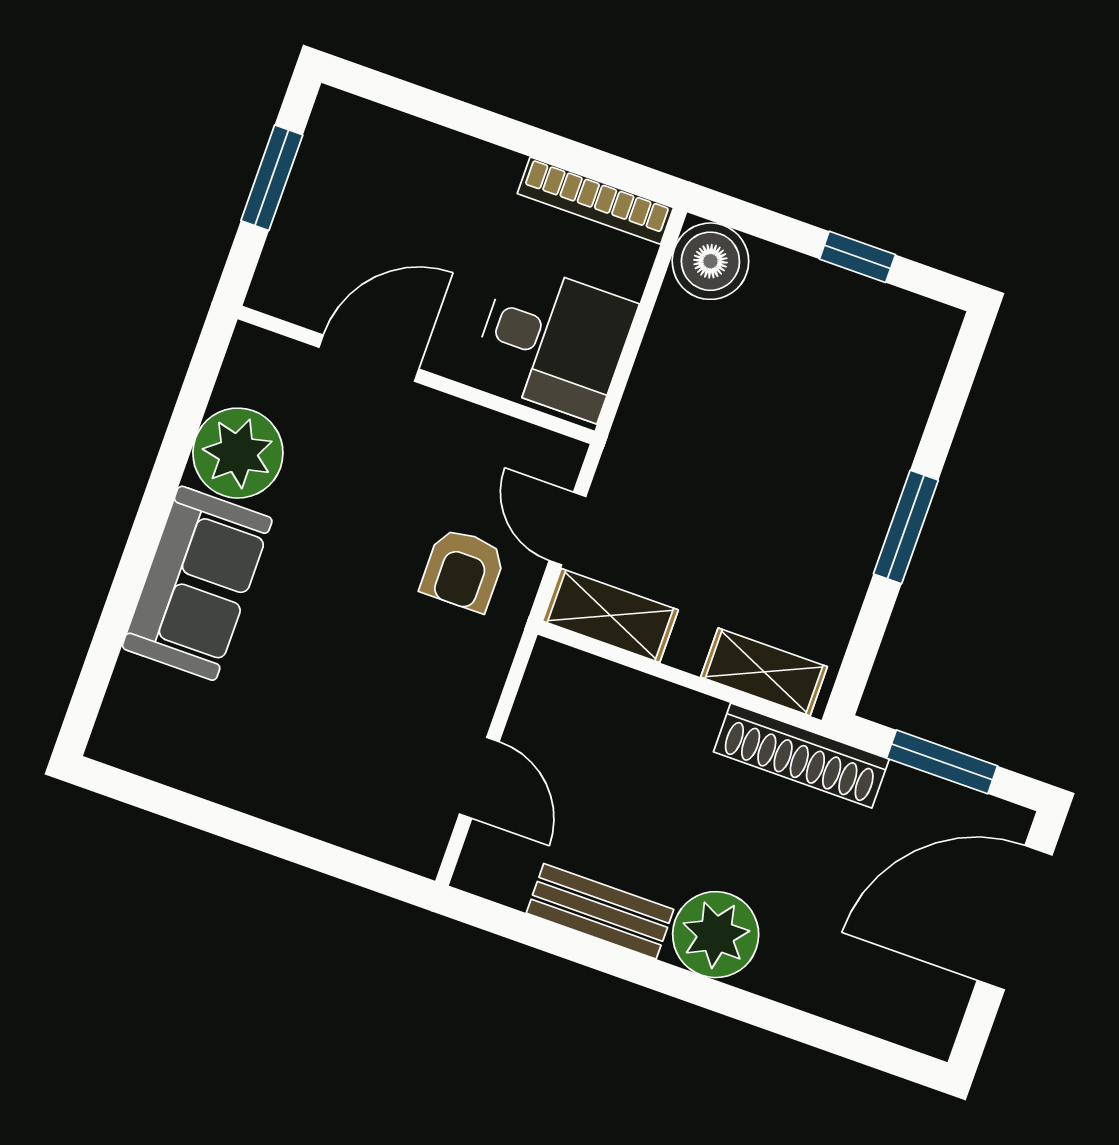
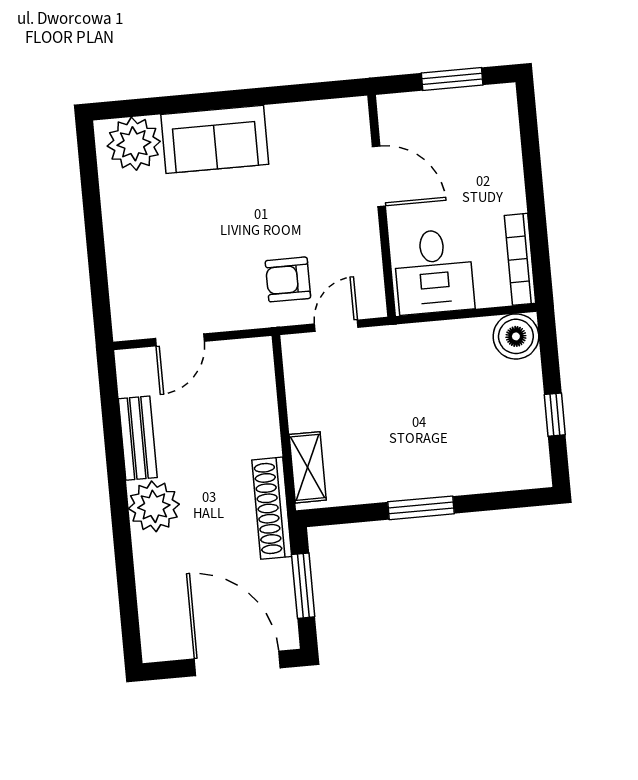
plant: (238, 453) -> (134, 144), moved
shelving: (610, 615) -> (300, 370), removed

